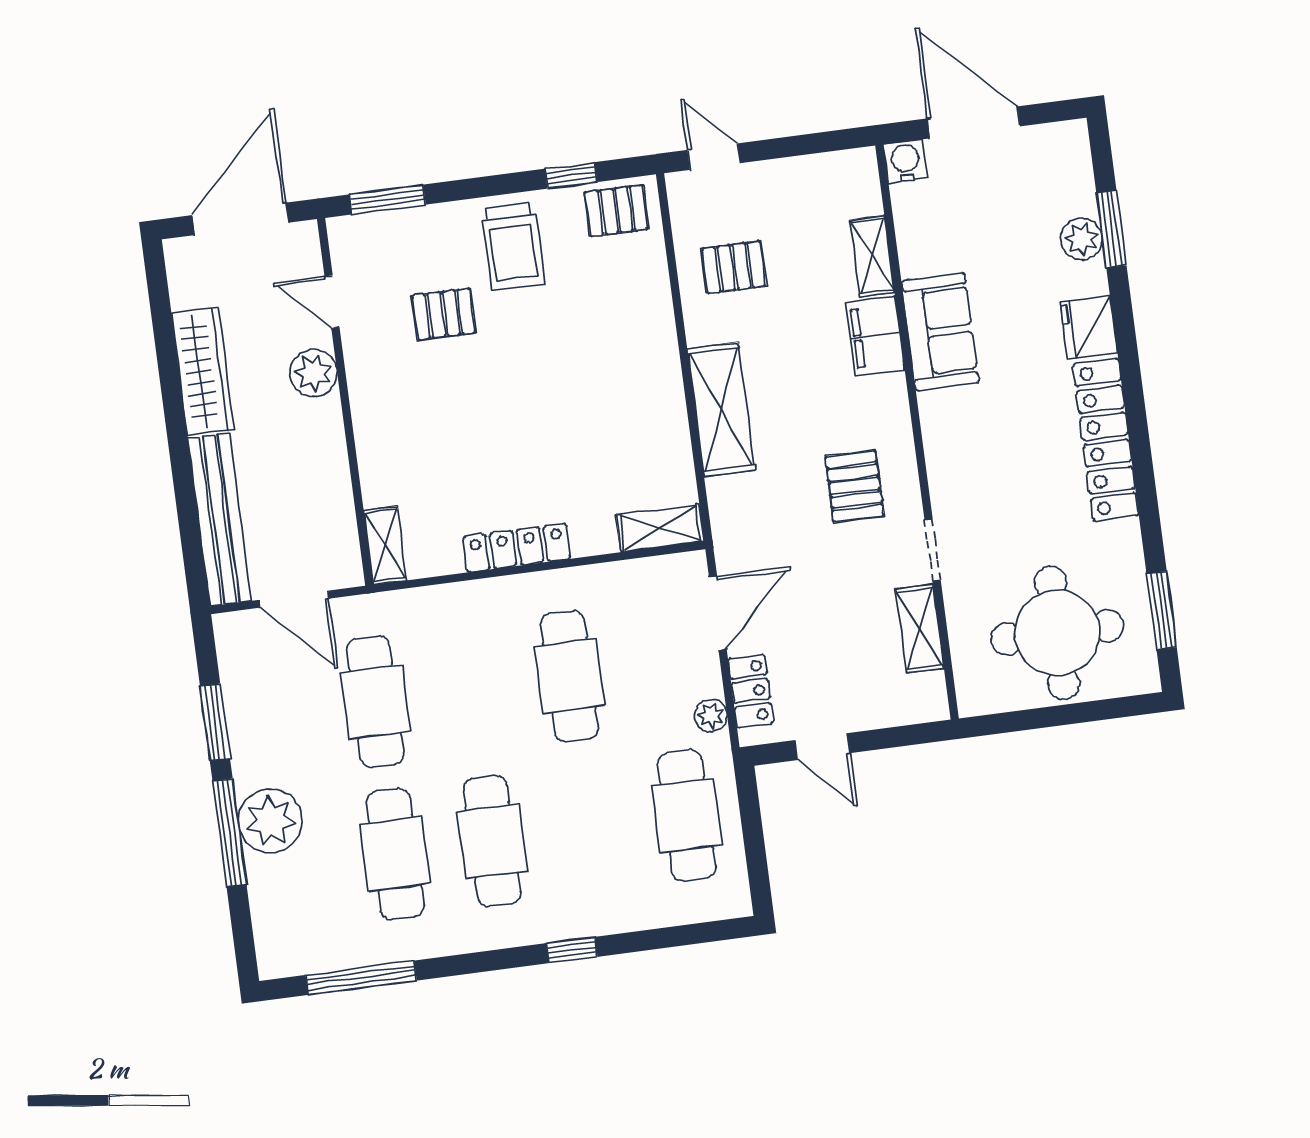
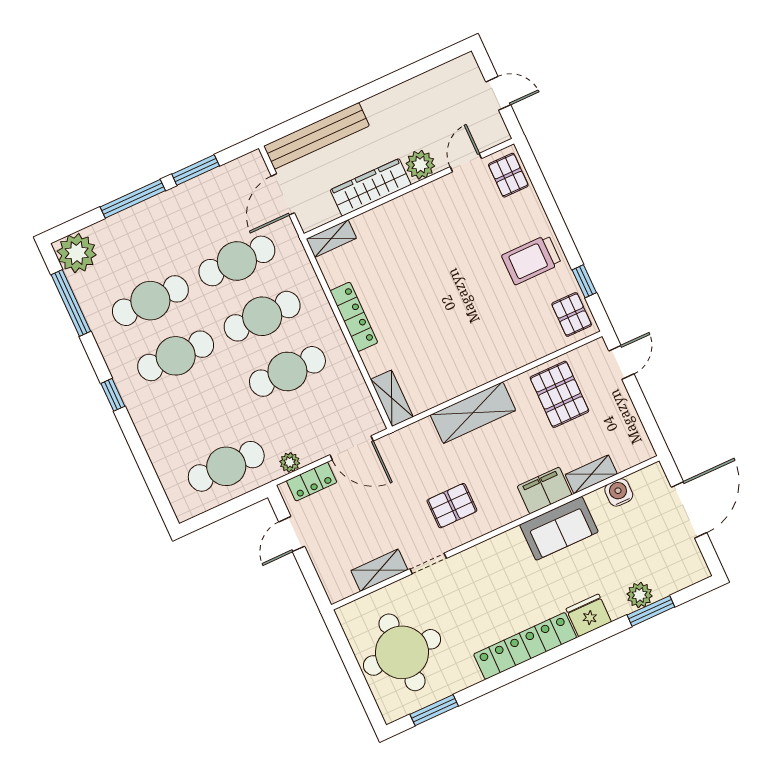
water cooler: (905, 161) -> (619, 492), moved, turned -90
window: (387, 200) -> (536, 177), removed
door: (240, 219) -> (498, 93), width x0.53
pallet: (734, 267) -> (559, 394), width x1.50, depth x1.42
pallet: (444, 314) -> (508, 175), moved
wardrobe: (203, 371) -> (371, 187), moved, turned 180
cafe table: (472, 689) -> (262, 316), added
plant: (270, 821) -> (77, 253), moved
window: (572, 950) -> (113, 395), moved

